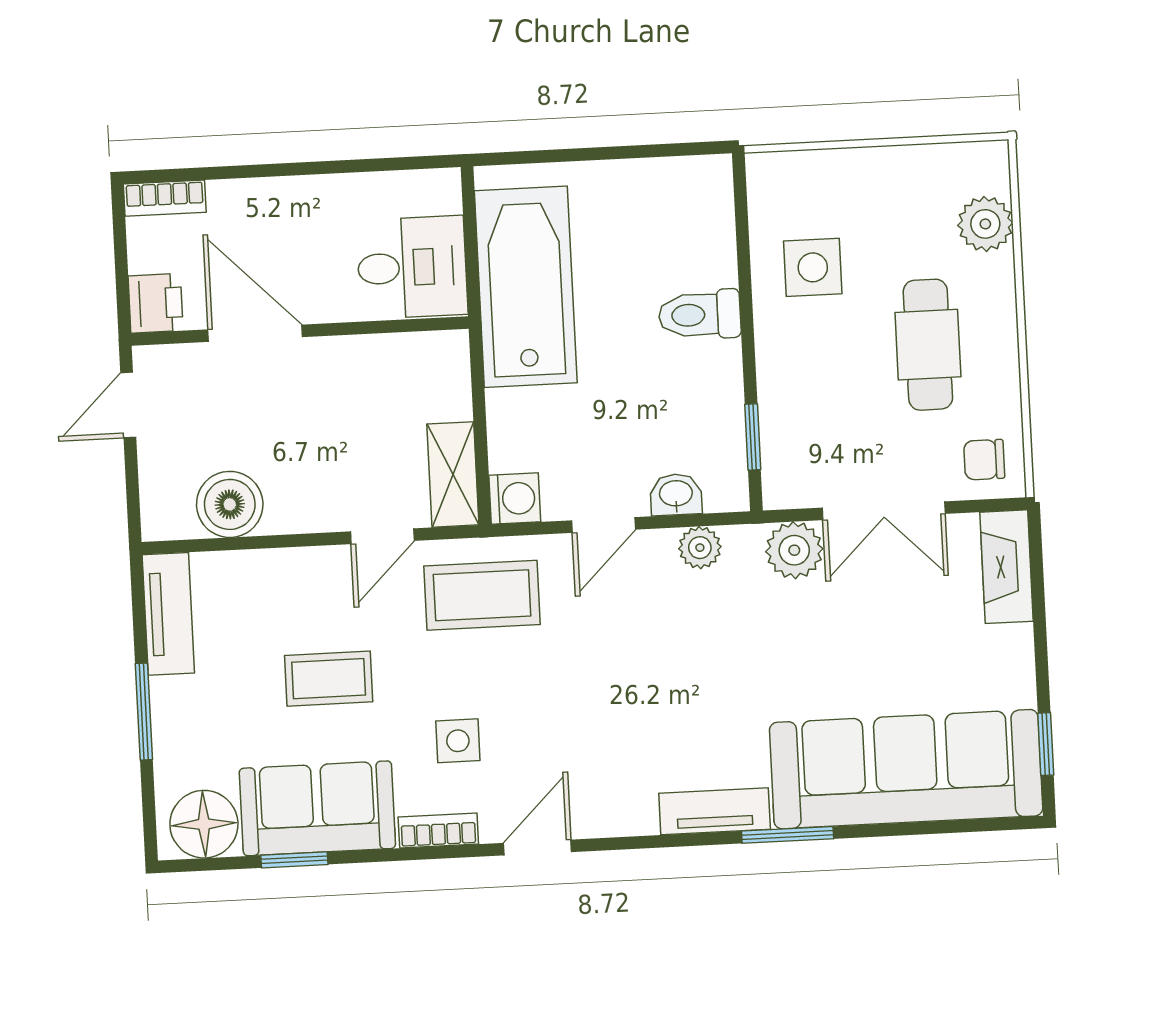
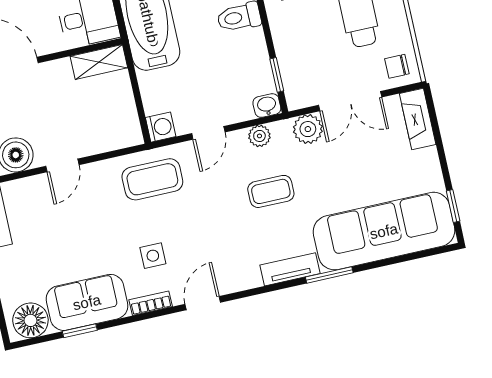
shelving: (453, 474) -> (99, 62), moved, turned 90
washbasin: (676, 494) -> (267, 106), moved
door: (382, 536) -> (62, 165), moved
coffee table: (329, 679) -> (271, 191), moved

